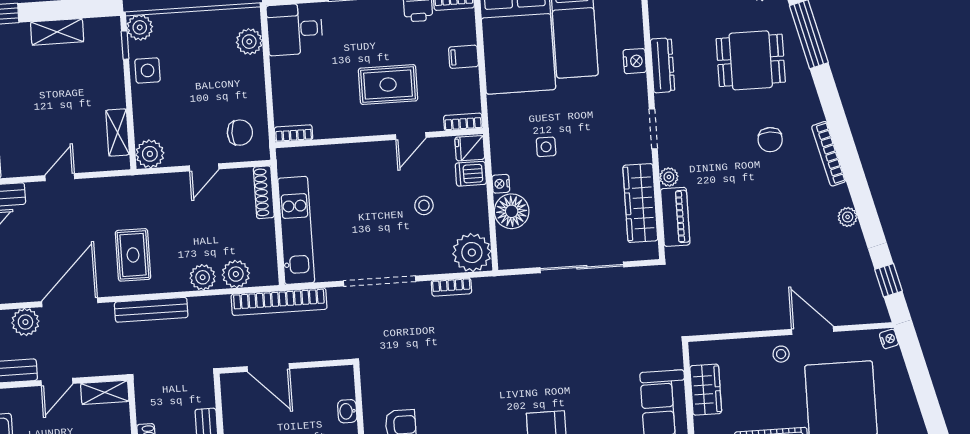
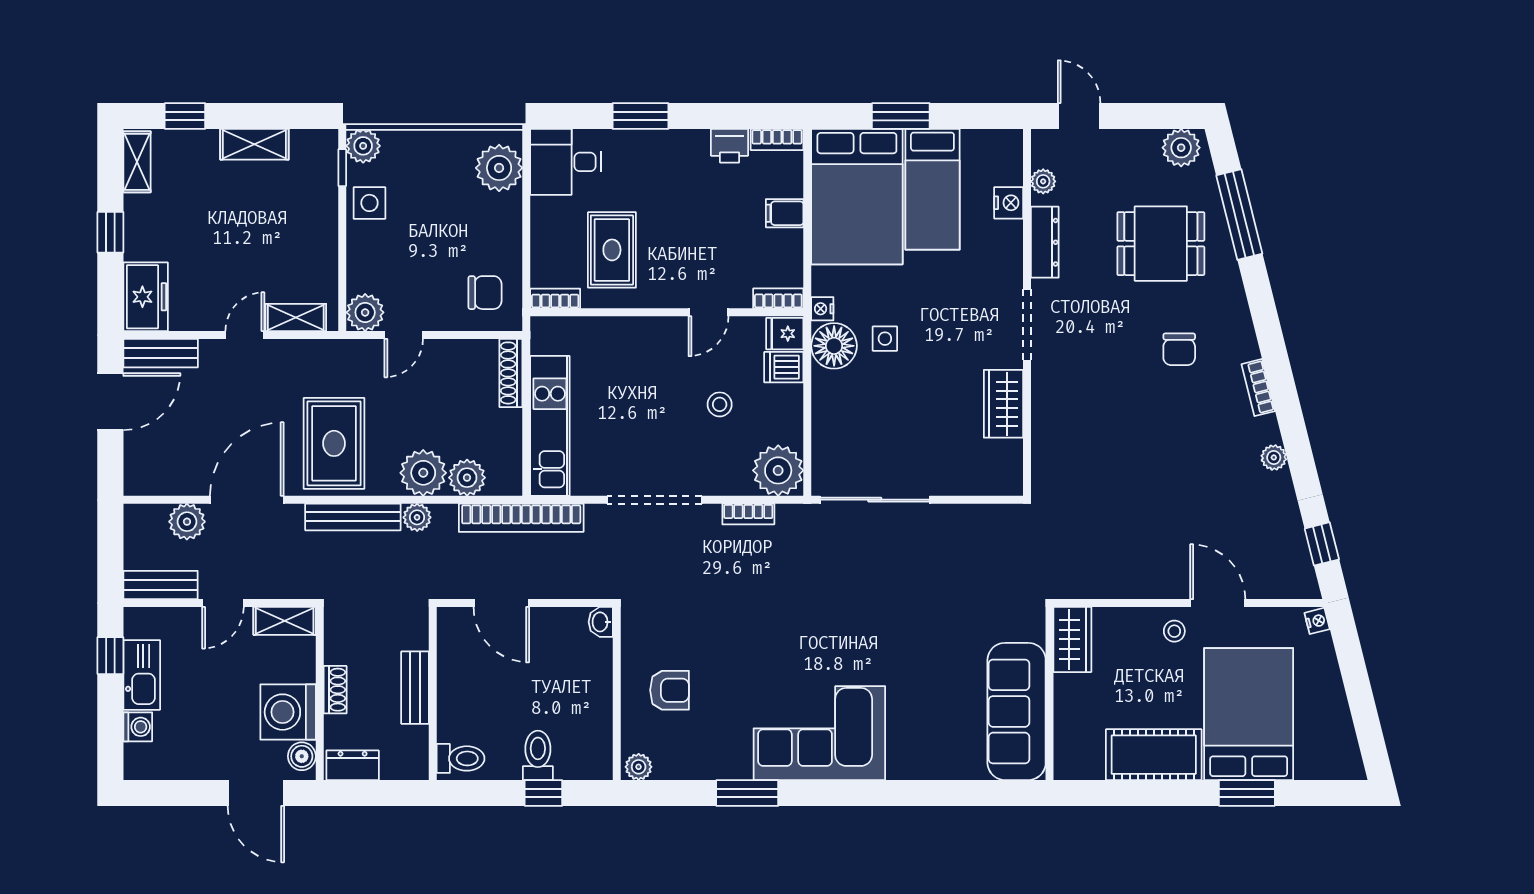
plant: (249, 42) -> (499, 168), width x1.36, depth x1.36
nightstand: (635, 61) -> (1009, 203), moved
rug: (388, 85) -> (612, 250), moved, turned 90
doorway: (653, 129) -> (1027, 325), width x1.38
shelving: (118, 132) -> (296, 317), moved, turned 90
bookcase: (829, 154) -> (1258, 388), width x0.64
door: (204, 167) -> (404, 335), moved
plant: (669, 177) -> (1043, 181), moved
nightstand: (501, 184) -> (822, 309), moved
wardrobe: (640, 203) -> (1003, 404), width x0.67
floor lamp: (512, 211) -> (834, 346), moved
piano: (675, 217) -> (1048, 442), removed
rug: (133, 255) -> (334, 443), width x1.36, depth x1.43
sliding door: (582, 267) -> (875, 500), moved
plant: (203, 277) -> (423, 473), width x1.36, depth x1.36
plant: (200, 307) -> (417, 517), added
wardrobe: (706, 390) -> (1072, 639), moved
washbasin: (347, 411) -> (601, 622), moved

